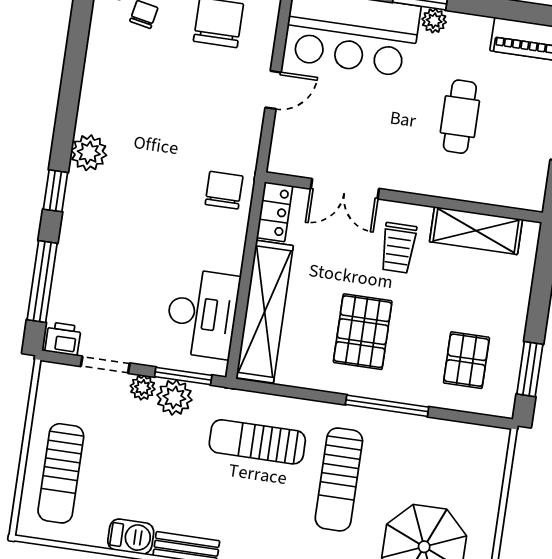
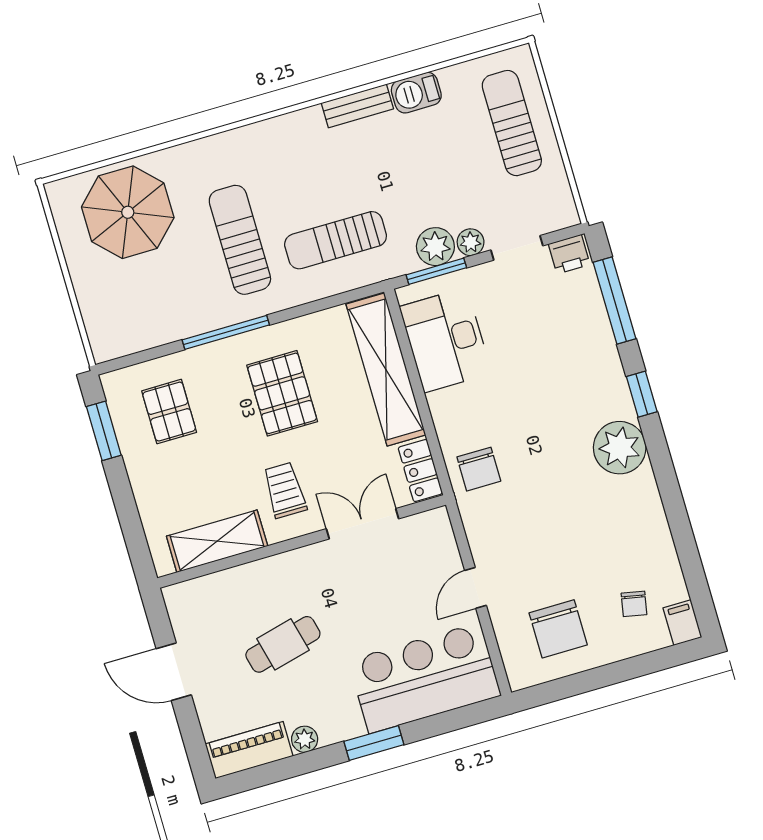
plant: (434, 21) -> (305, 739), moved
cafe table: (460, 117) -> (283, 644), turned 76
plant: (89, 153) -> (620, 448), width x1.36, depth x1.36
sun lounger: (257, 442) -> (336, 240), turned 180

